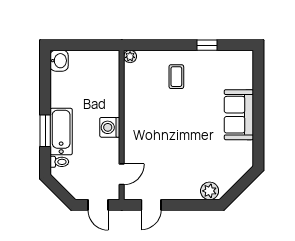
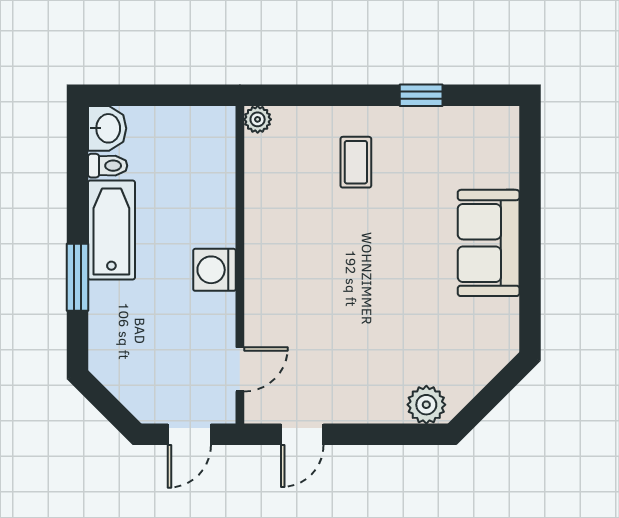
bathtub: (61, 132) -> (111, 230), moved
toilet: (59, 162) -> (108, 166), moved
door: (98, 205) -> (189, 434), hinge flipped

